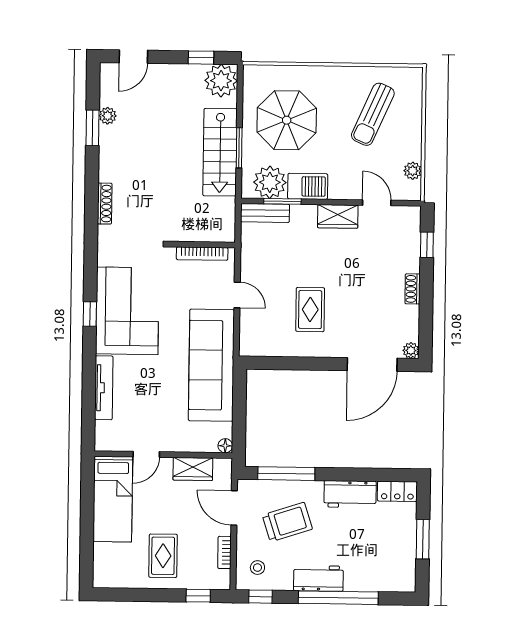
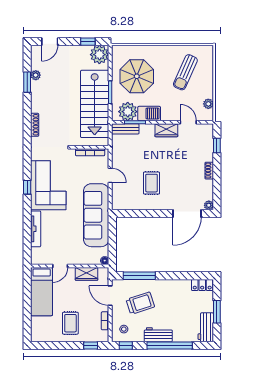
stairs: (220, 152) -> (95, 104), width x1.36, depth x1.51
workbench: (350, 494) -> (206, 327), moved, turned 90

